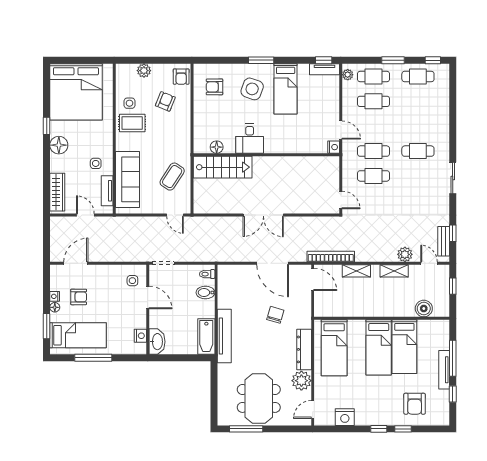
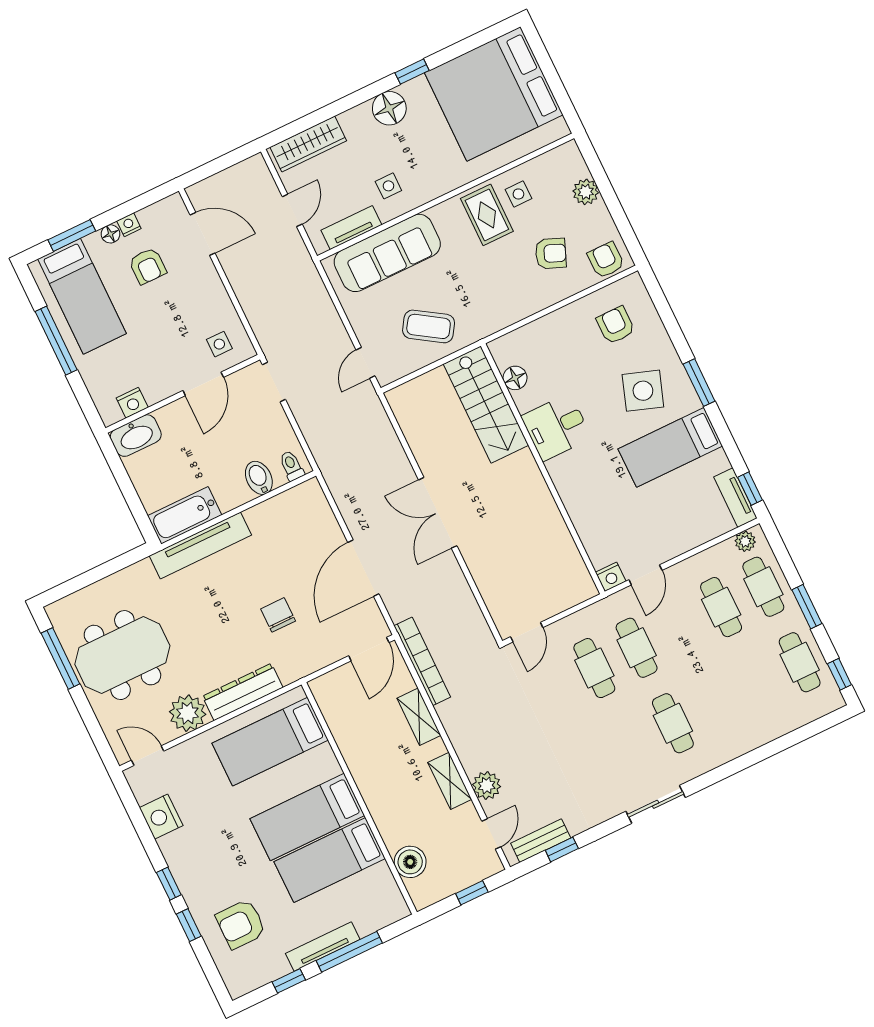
armchair: (181, 77) -> (606, 260), turned 90
chair: (275, 315) -> (278, 615), turned -106

